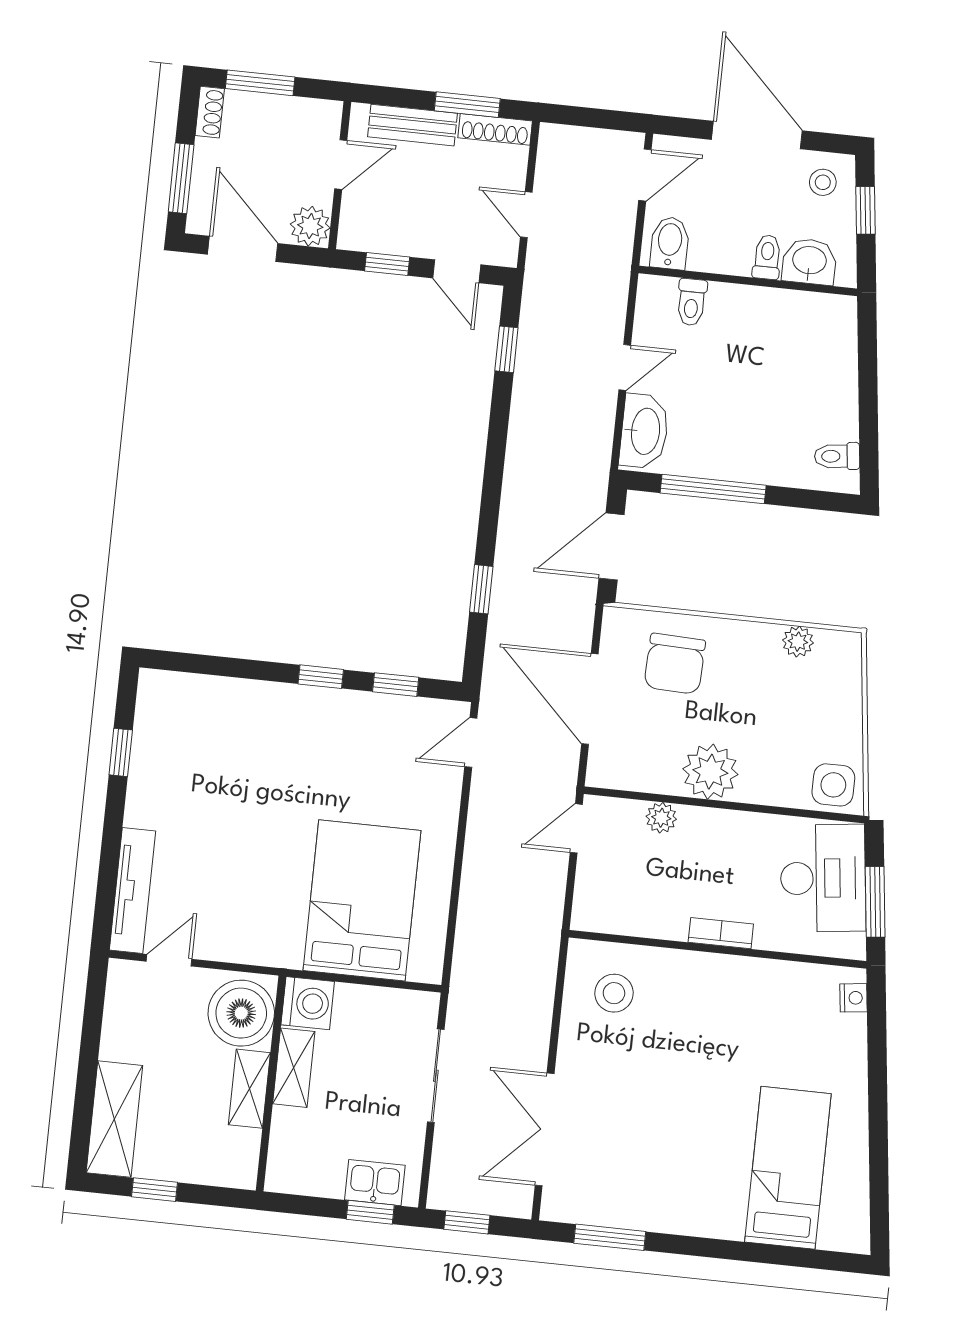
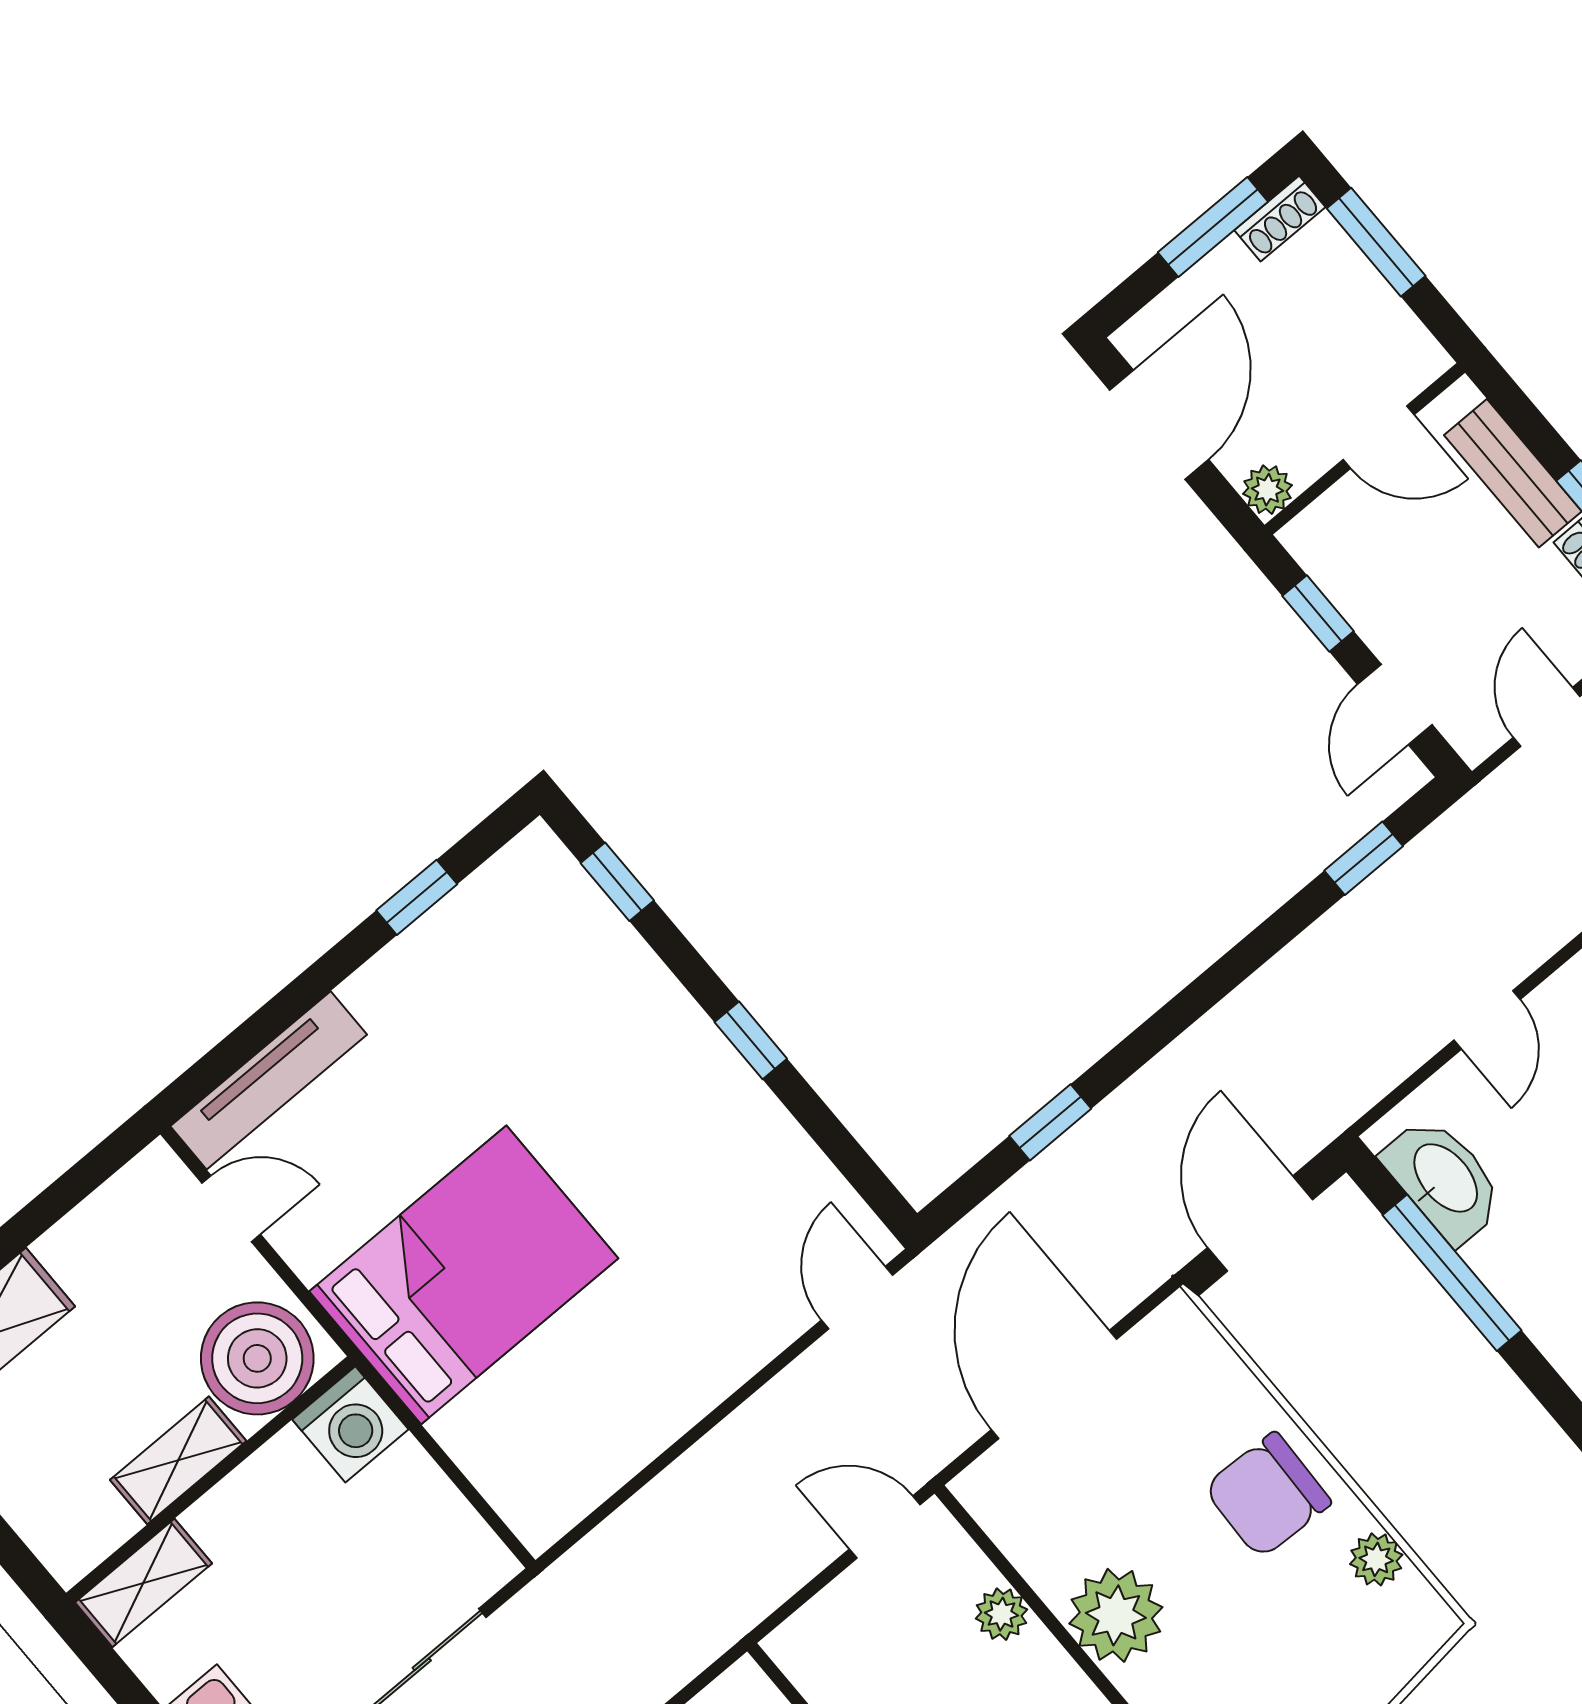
window: (181, 178) -> (1213, 227), moved
plant: (310, 226) -> (1268, 490), width x0.73, depth x0.73
door: (625, 367) -> (1487, 1020), hinge flipped
washbasin: (644, 431) -> (1444, 1179), moved, turned -90
door: (612, 547) -> (1260, 1224), hinge flipped
chair: (675, 664) -> (1267, 1495), moved
window: (396, 685) -> (617, 882), moved
door: (471, 742) -> (857, 1298), hinge flipped
bed: (362, 900) -> (464, 1275), moved
shelving: (294, 1068) -> (143, 1583), moved

